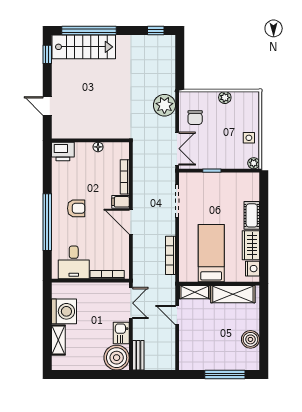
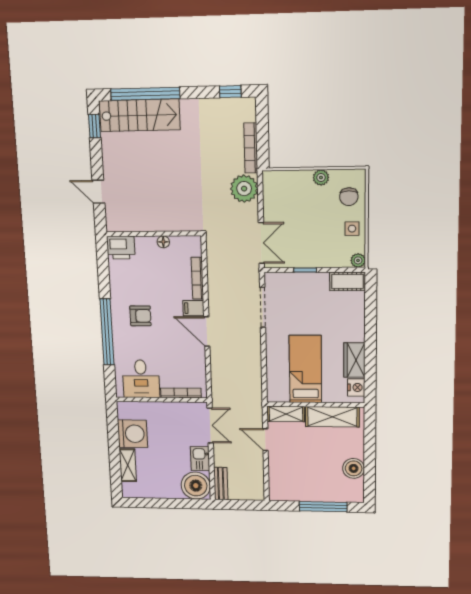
chair: (195, 118) -> (349, 197), moved
cot: (252, 215) -> (347, 281), moved, turned 90
bookcase: (170, 255) -> (251, 148), moved

